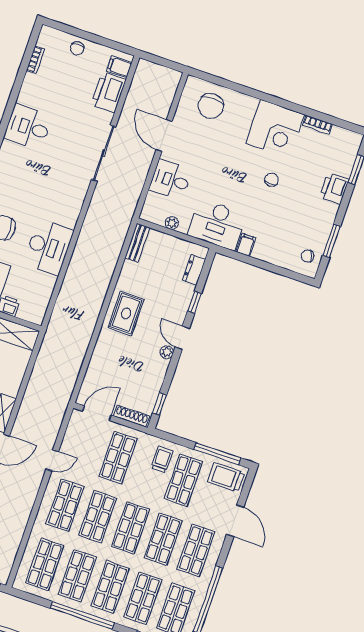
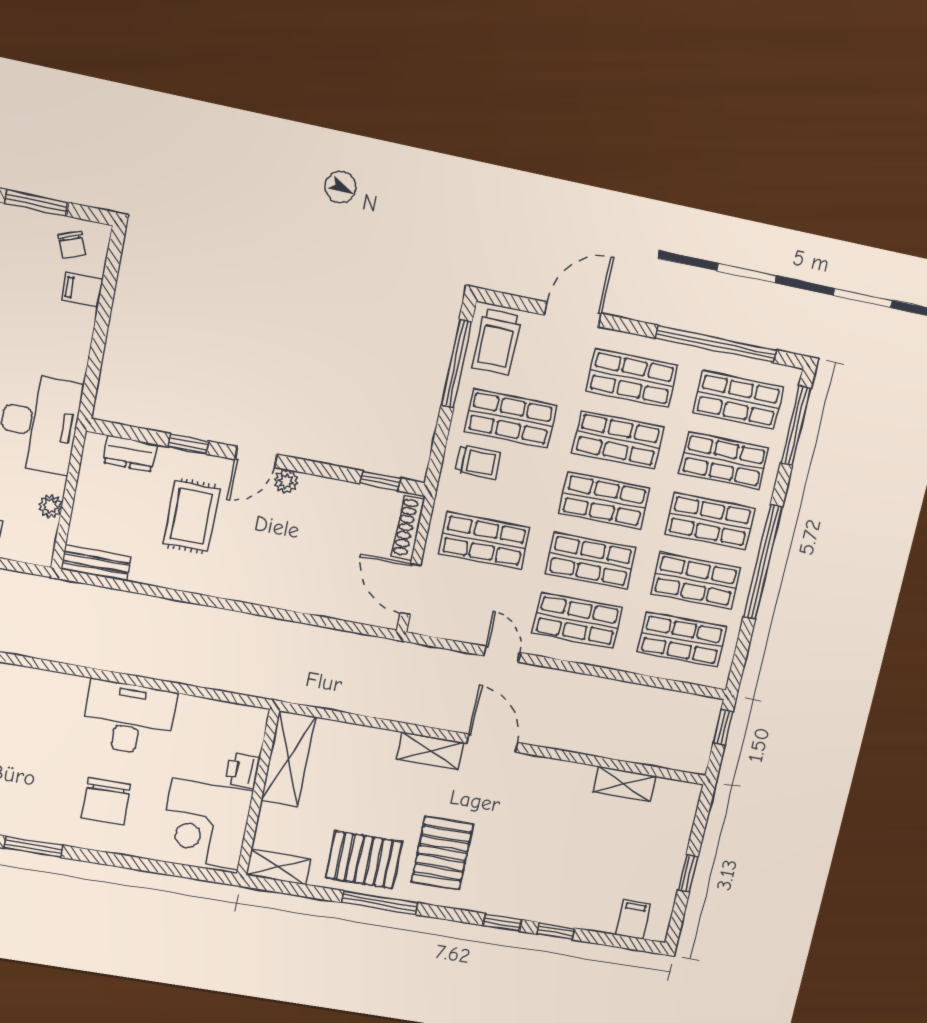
filing cabinet: (246, 245) -> (82, 290), moved
rug: (126, 313) -> (192, 516), moved, turned 90
trolley: (162, 459) -> (478, 462), turned 180

